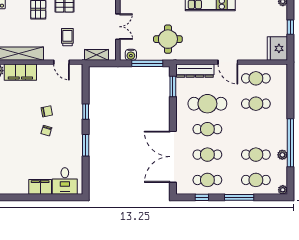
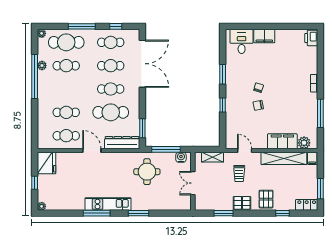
cafe table: (256, 180) -> (66, 42), width x1.37, depth x1.35

